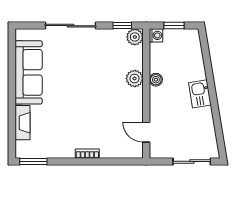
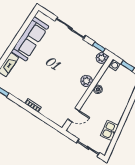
kitchen sink: (200, 94) -> (109, 131), moved
door: (146, 132) -> (73, 115), swing flipped

